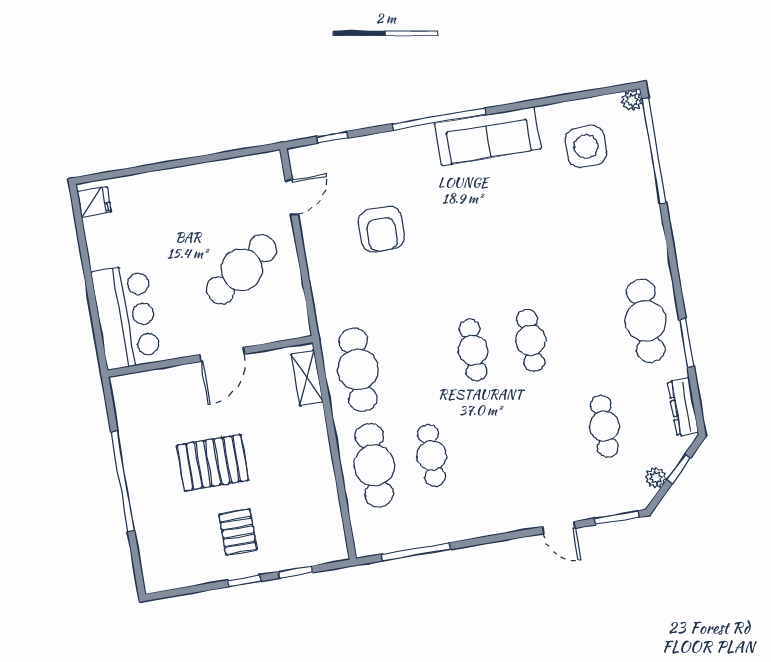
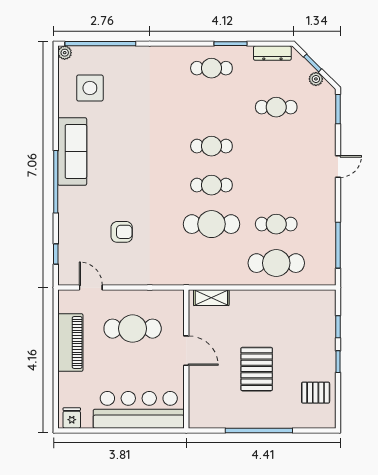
piano: (205, 181) -> (70, 343), added
armchair: (381, 229) -> (122, 232), width x0.72, depth x0.72
cafe table: (242, 269) -> (133, 329), turned -55
bar counter: (126, 317) -> (139, 410), width x1.36
cafe table: (646, 321) -> (211, 68), width x0.73, depth x0.74
cafe table: (358, 370) -> (211, 224), moved
door: (559, 528) -> (338, 166), moved
pallet: (238, 532) -> (316, 393), moved

